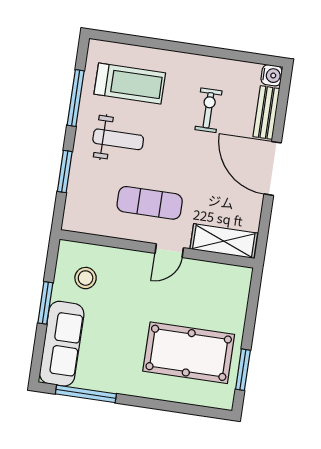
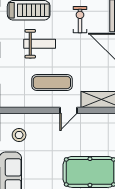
weight bench: (118, 139) -> (40, 44), moved

